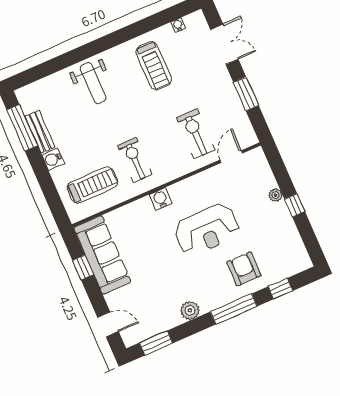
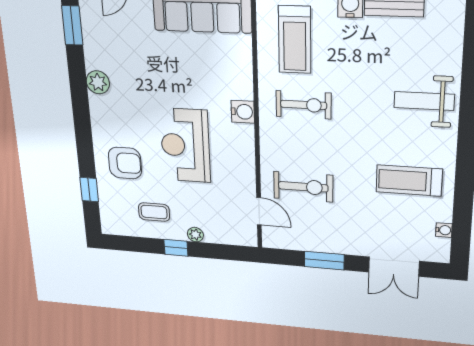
coffee table: (273, 233) -> (154, 212), added
window: (234, 309) -> (83, 131), removed

